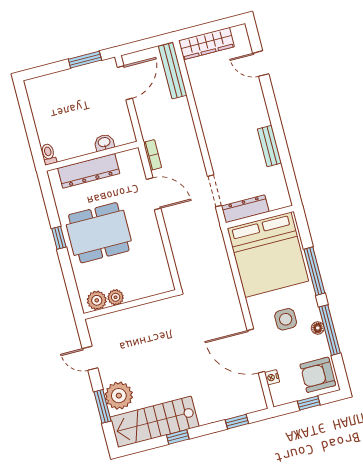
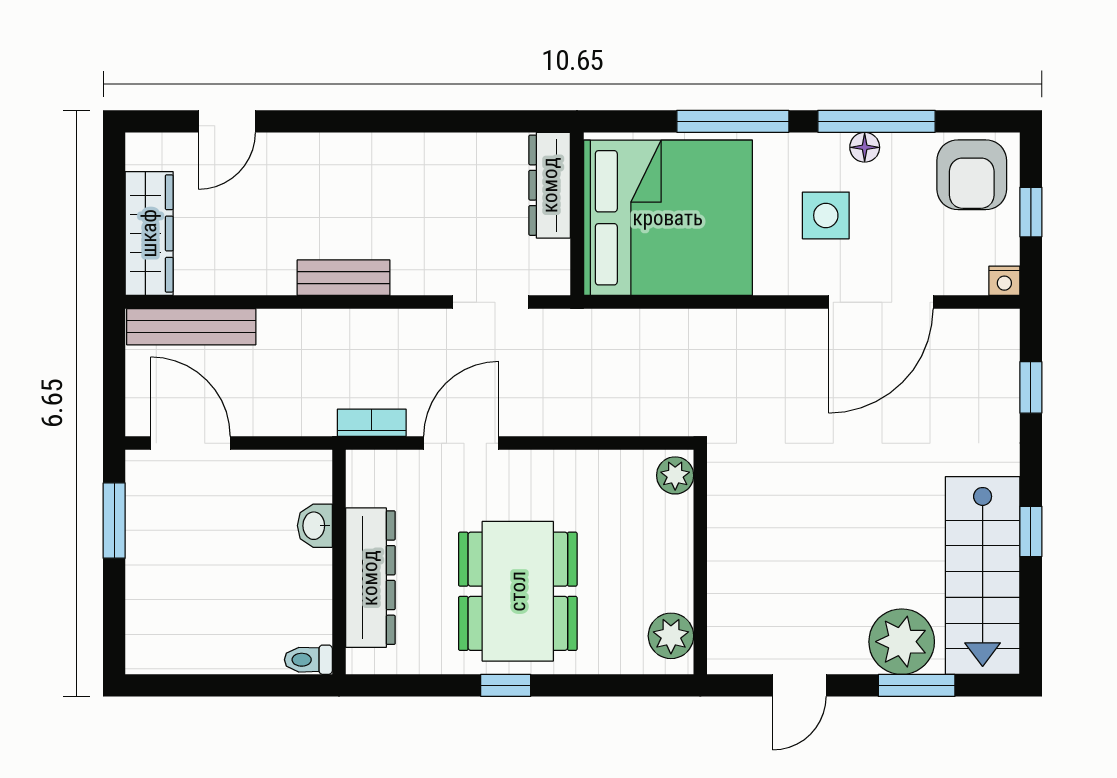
bench: (269, 146) -> (344, 278), moved
dresser: (245, 209) -> (550, 185), moved
plant: (116, 297) -> (675, 475), moved
nightstand: (272, 377) -> (1004, 281), moved

